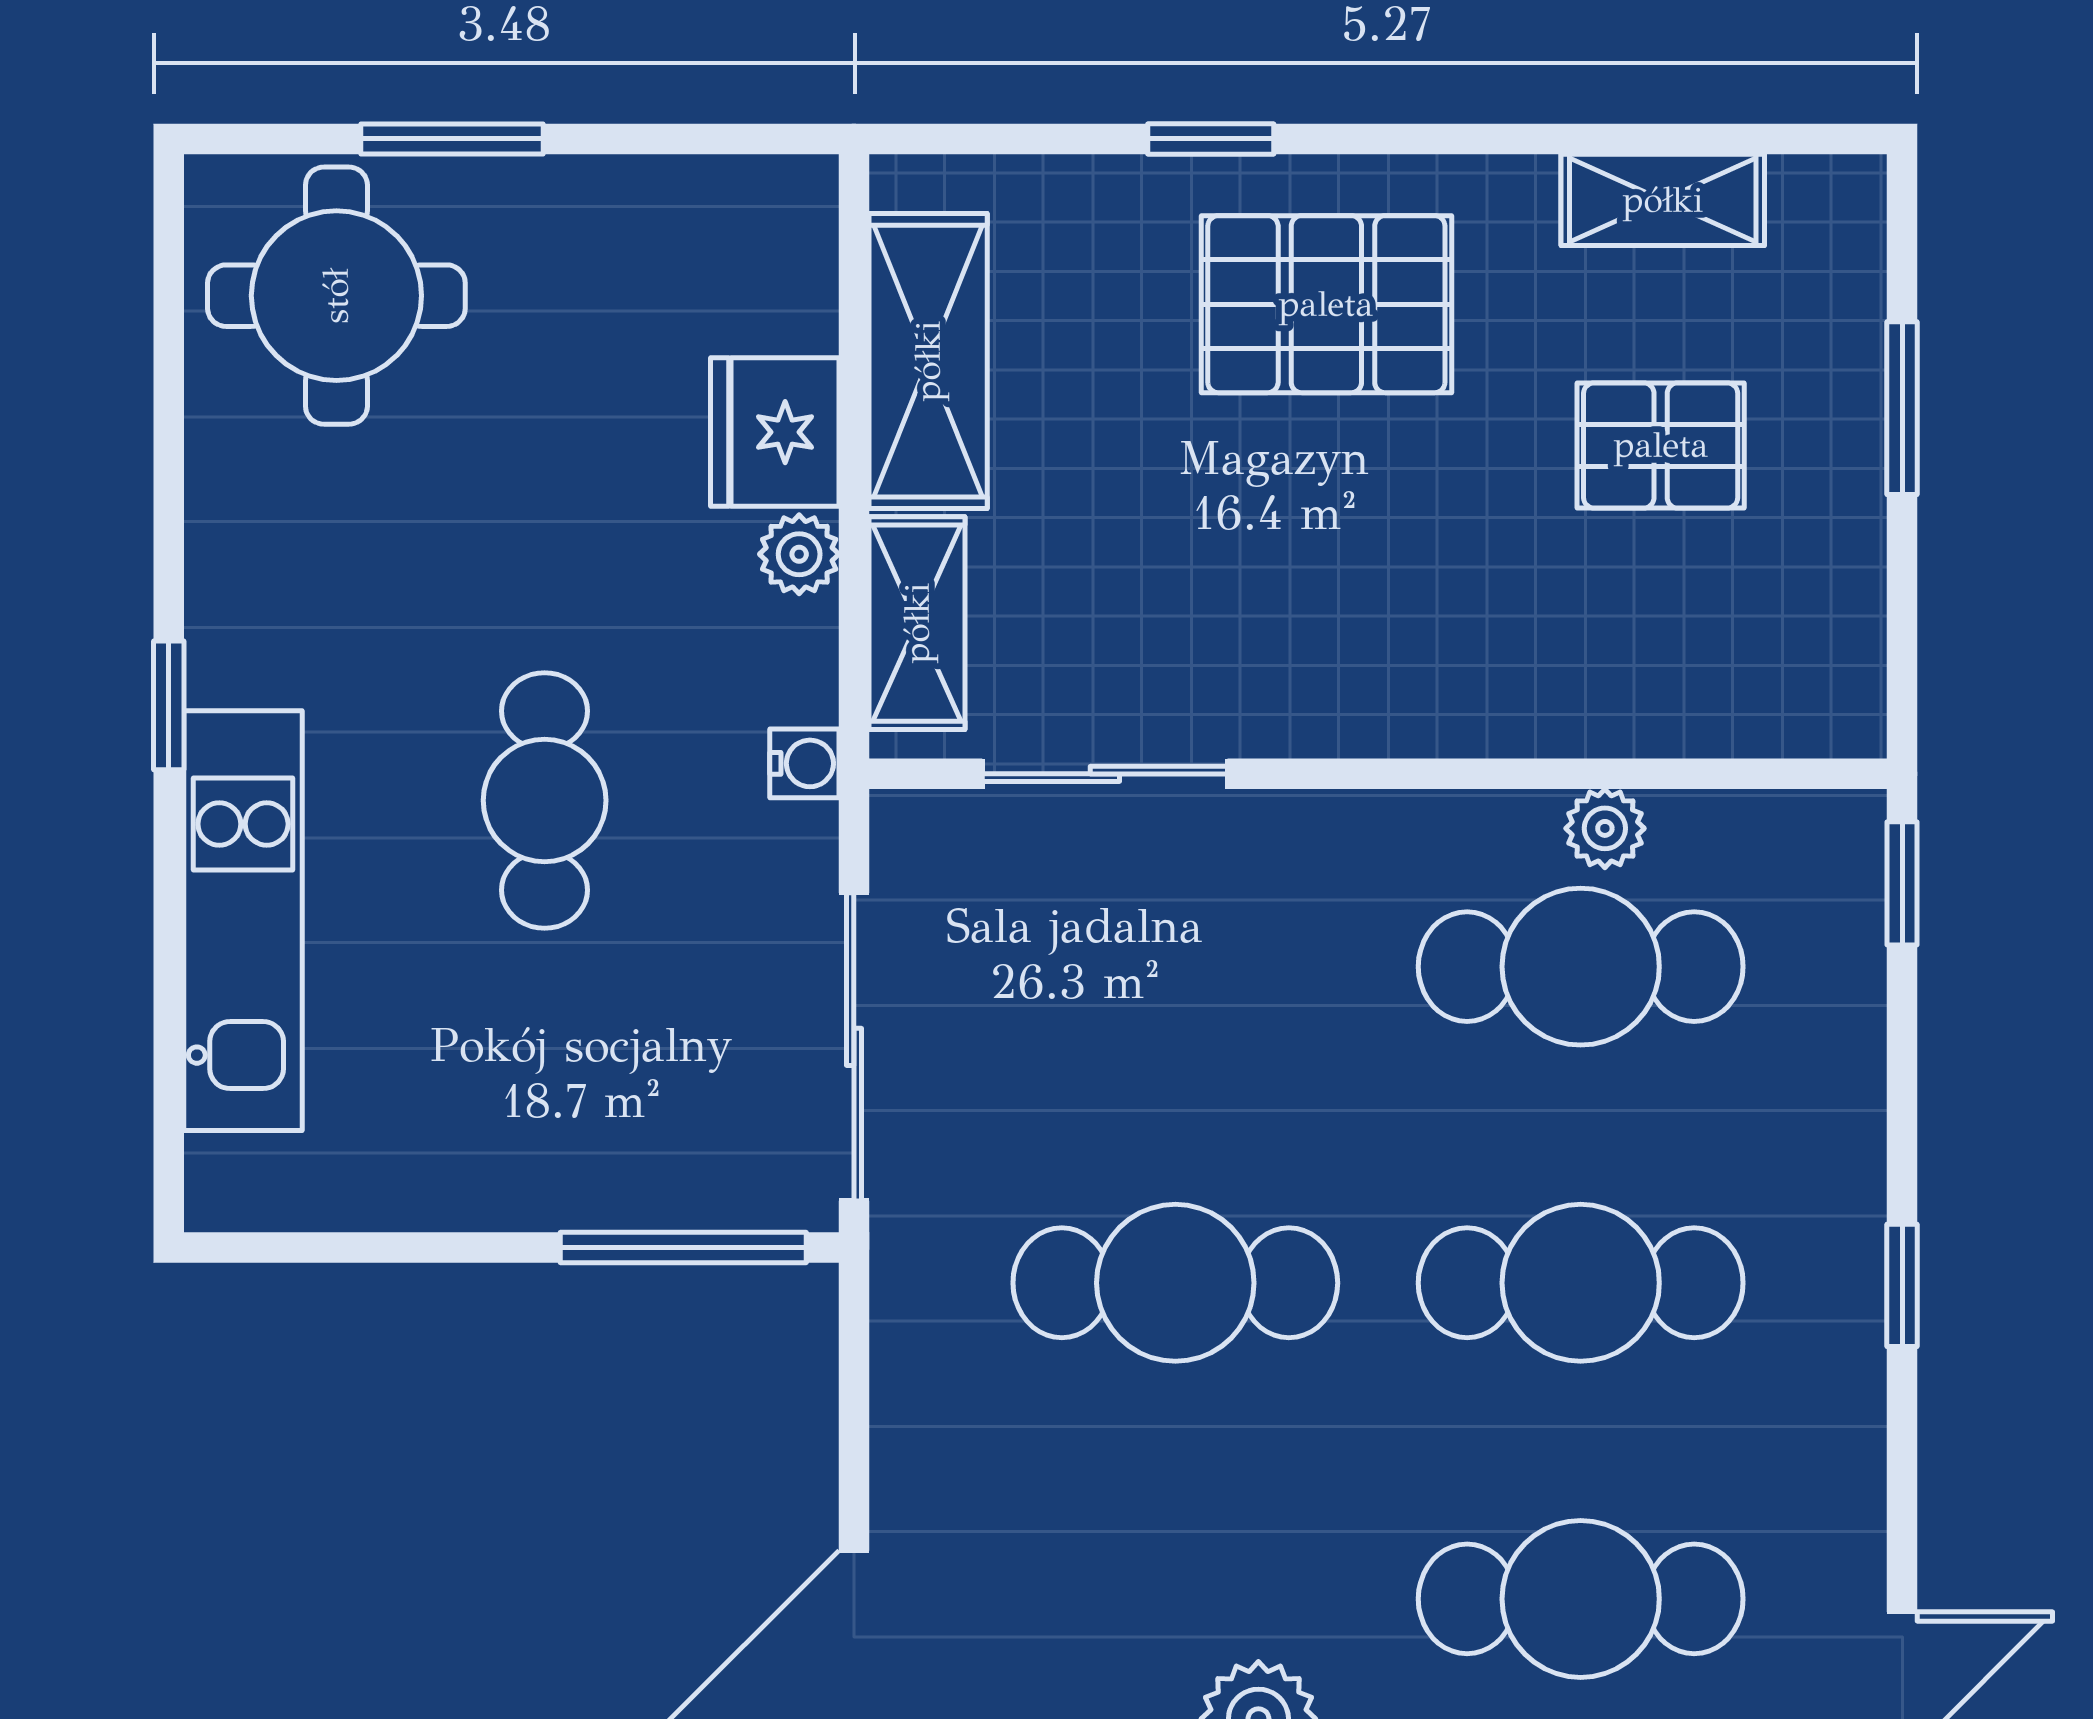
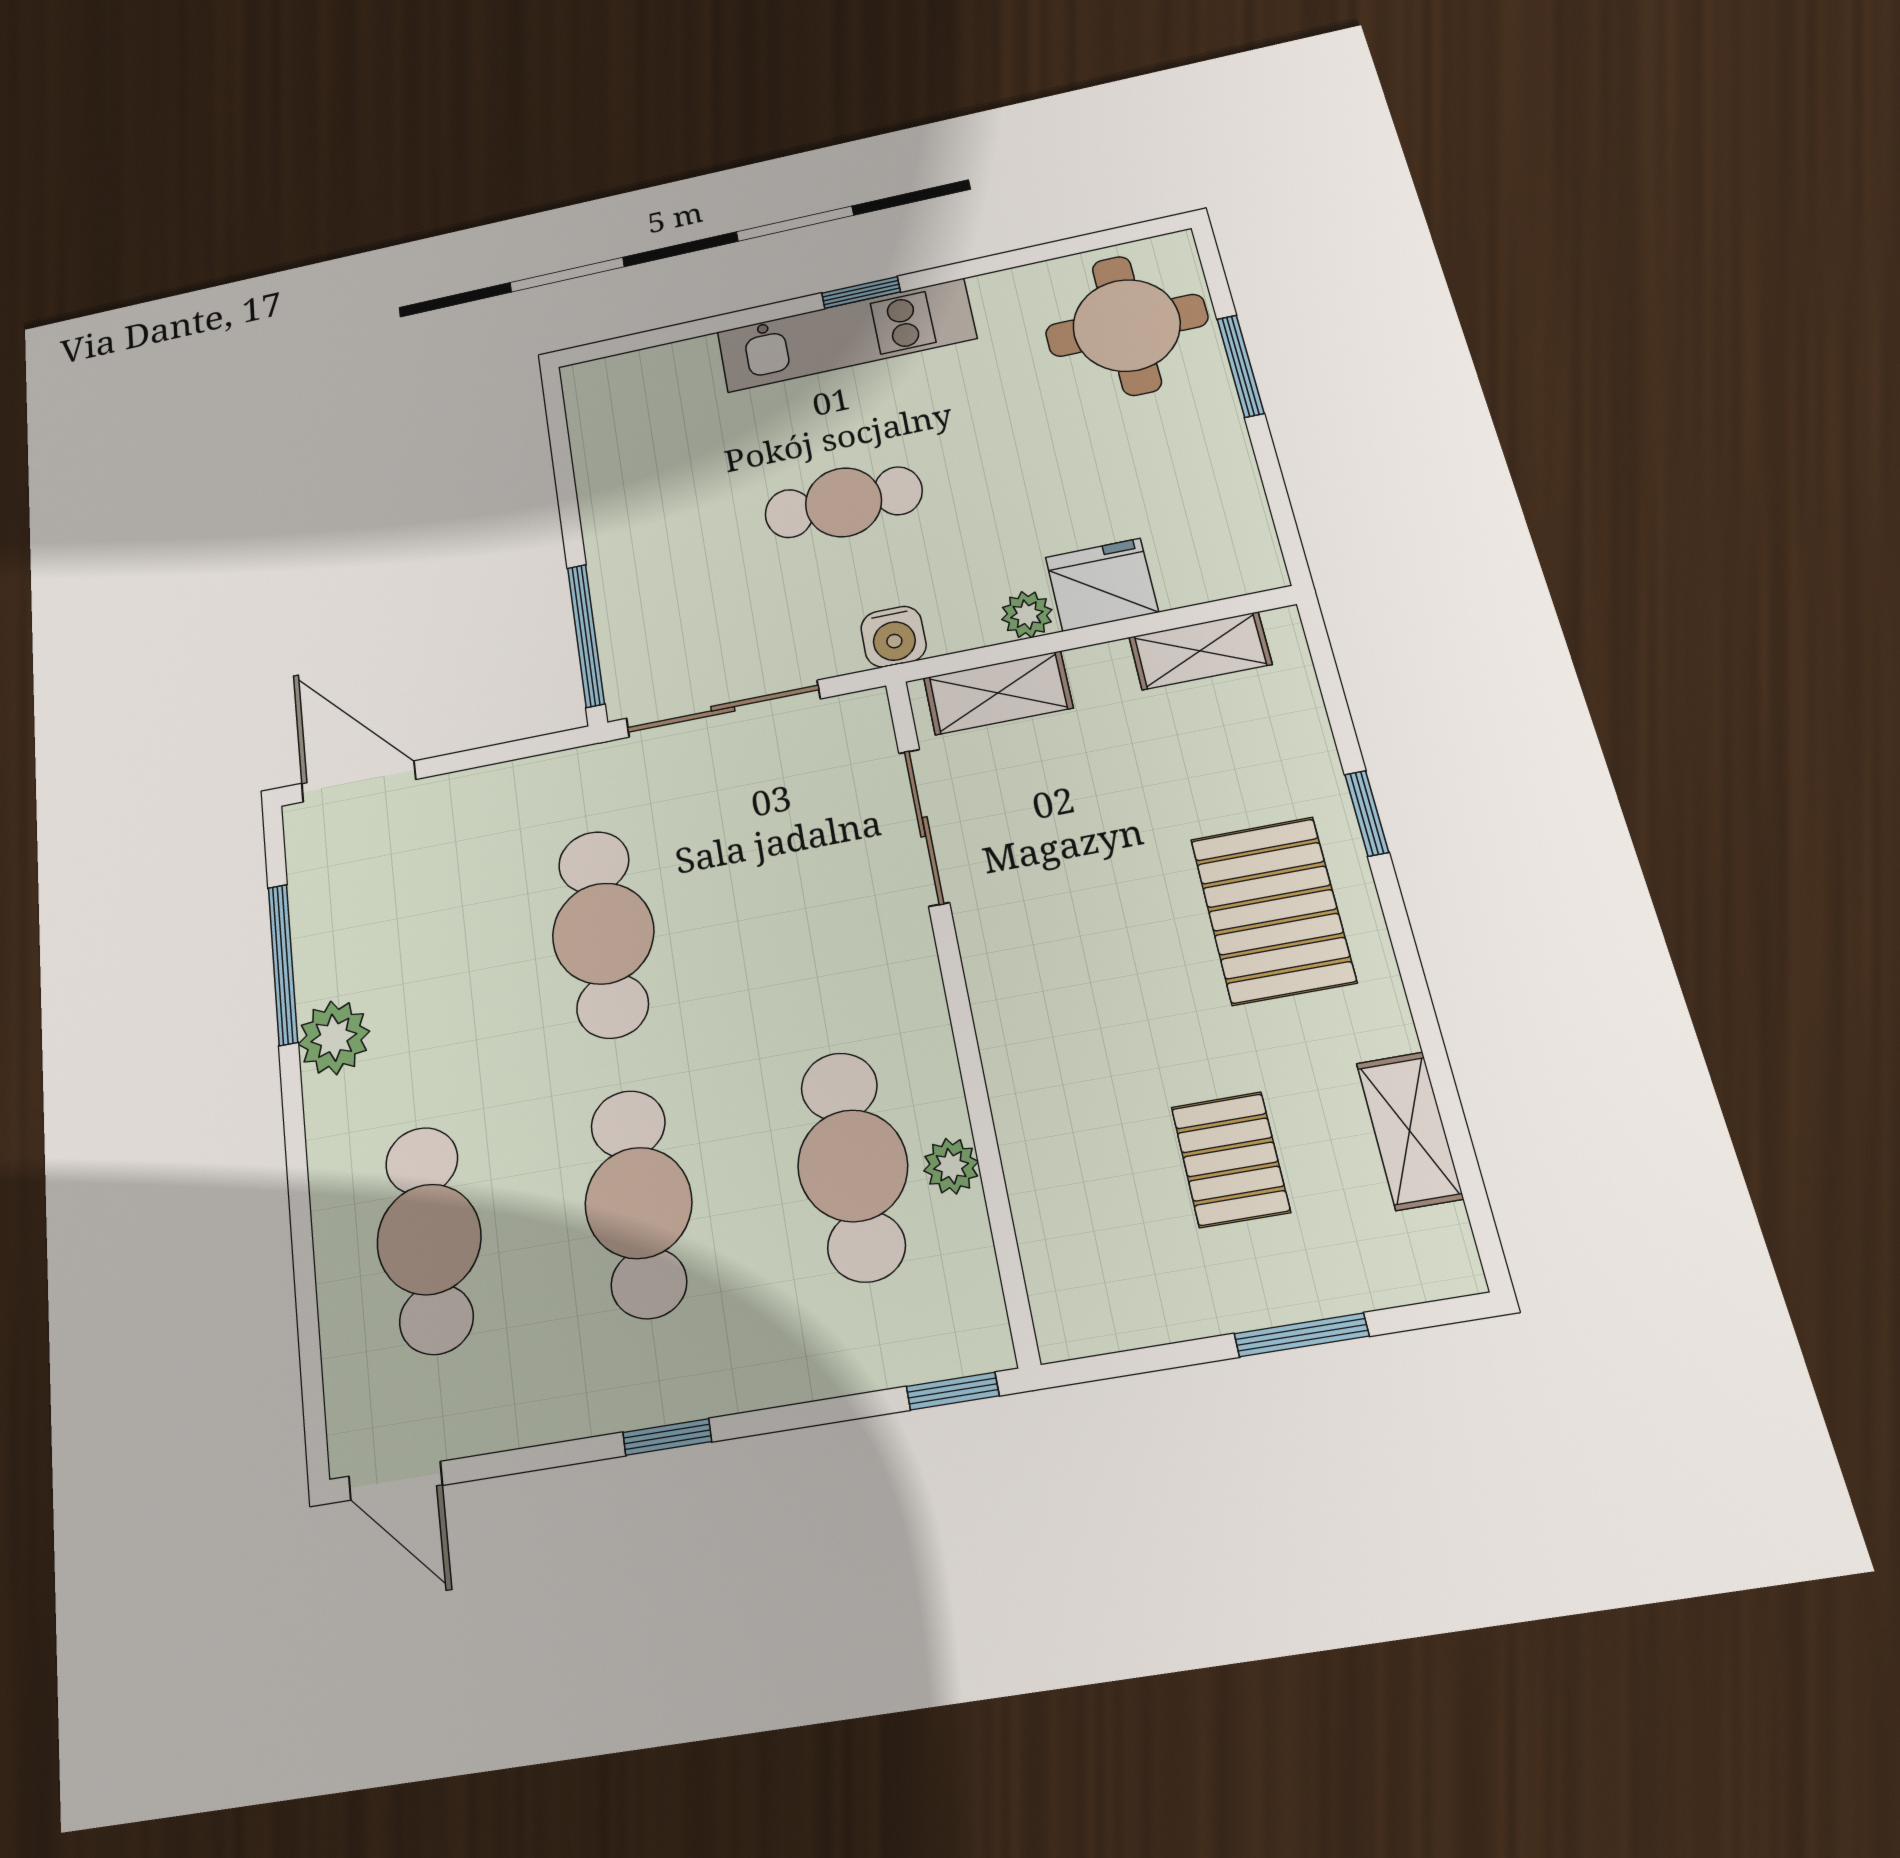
shelving: (928, 361) -> (1200, 651), width x0.67, depth x0.75
water cooler: (804, 763) -> (893, 637), width x1.38, depth x1.38
kitchen unit: (243, 921) -> (846, 335), moved

